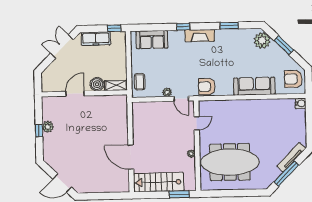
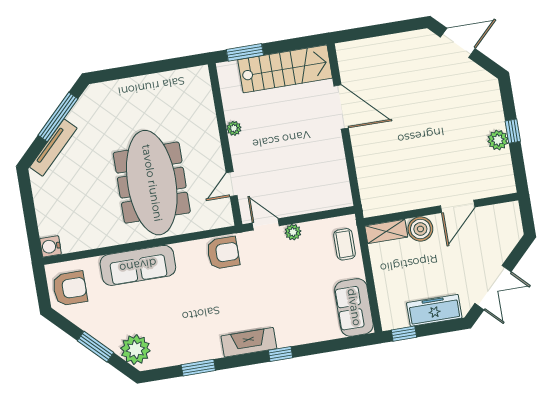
sofa: (152, 40) -> (354, 307), moved, turned -90
meeting table: (230, 162) -> (152, 183), moved, turned 90

